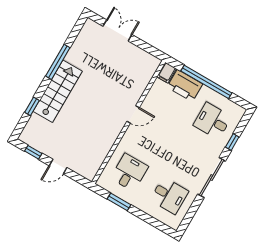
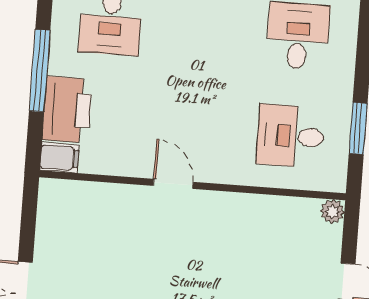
window: (206, 82) -> (40, 71), width x0.68
plant: (90, 175) -> (332, 211), added

